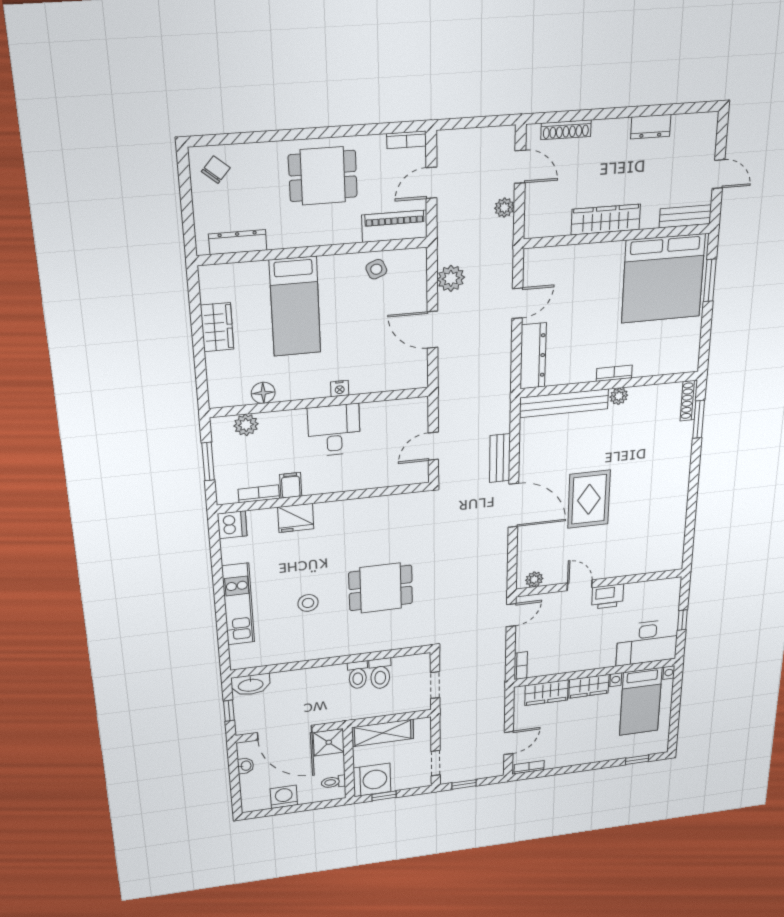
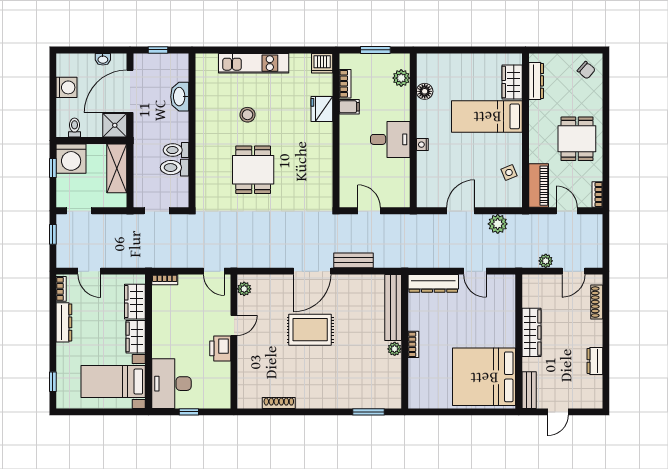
window: (710, 280) -> (480, 412), removed
wardrobe: (217, 327) -> (512, 82), moved, turned 90
shoe rack: (689, 401) -> (279, 403), moved
washbasin: (251, 685) -> (180, 97), moved
dresser: (569, 759) -> (64, 322), added

